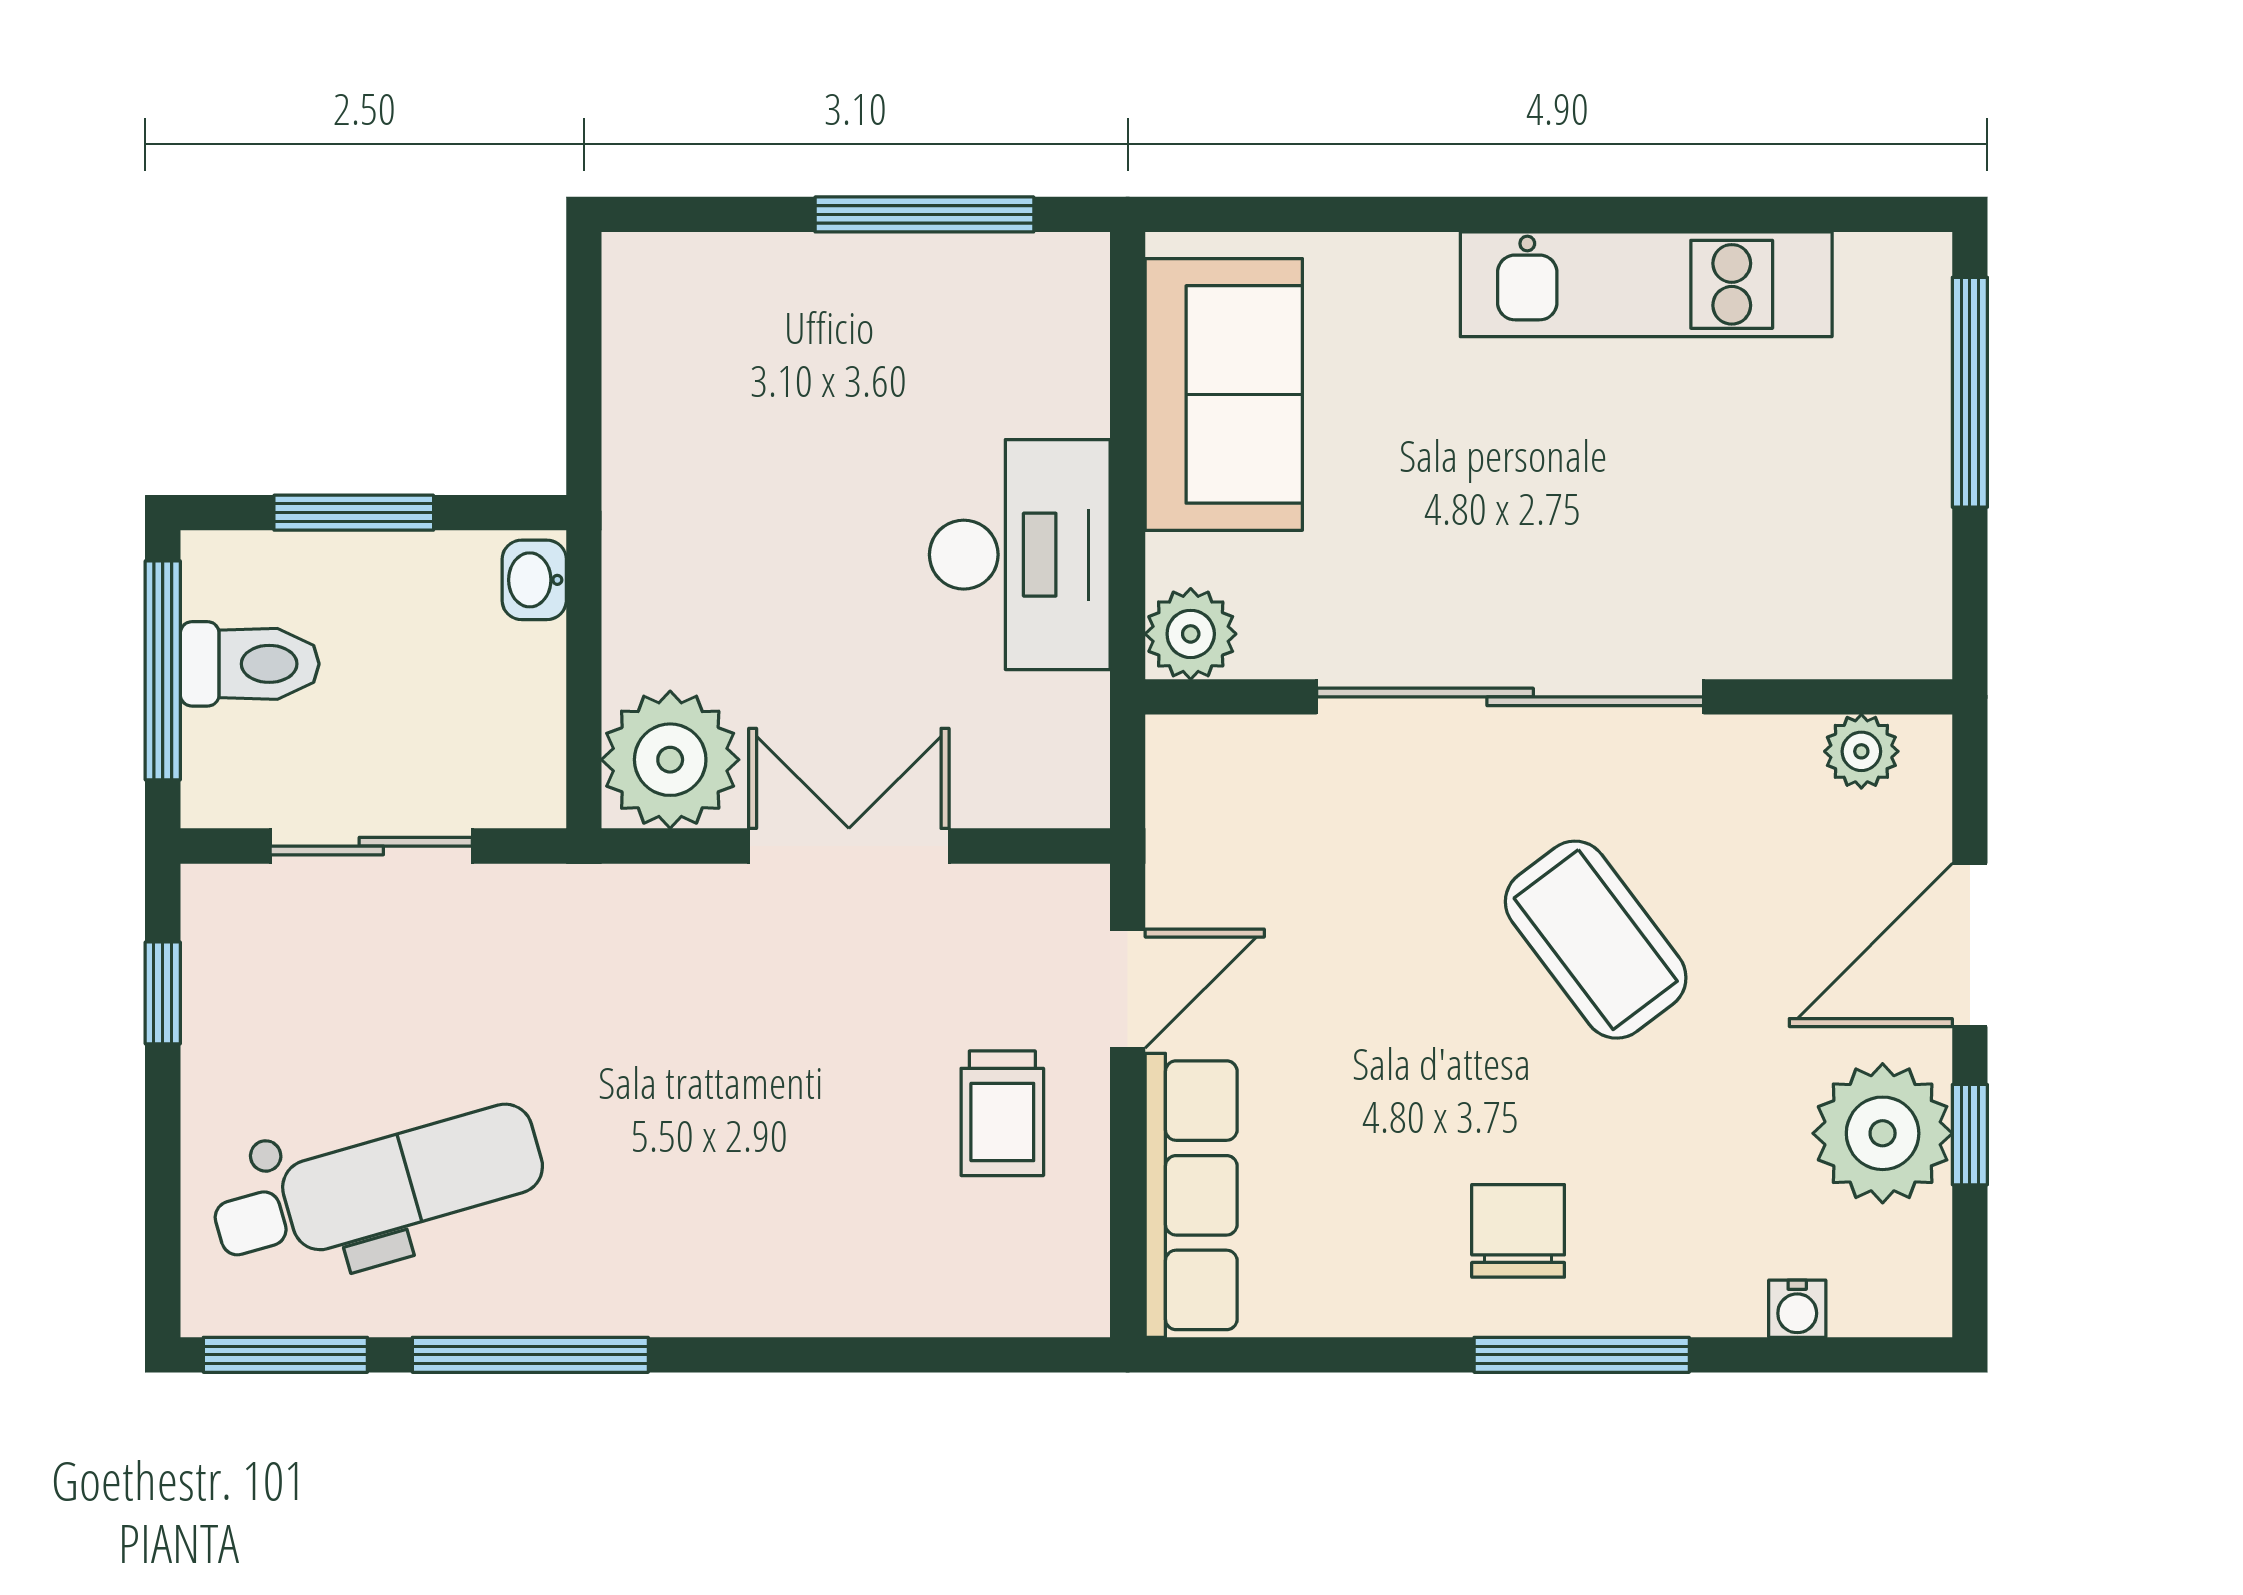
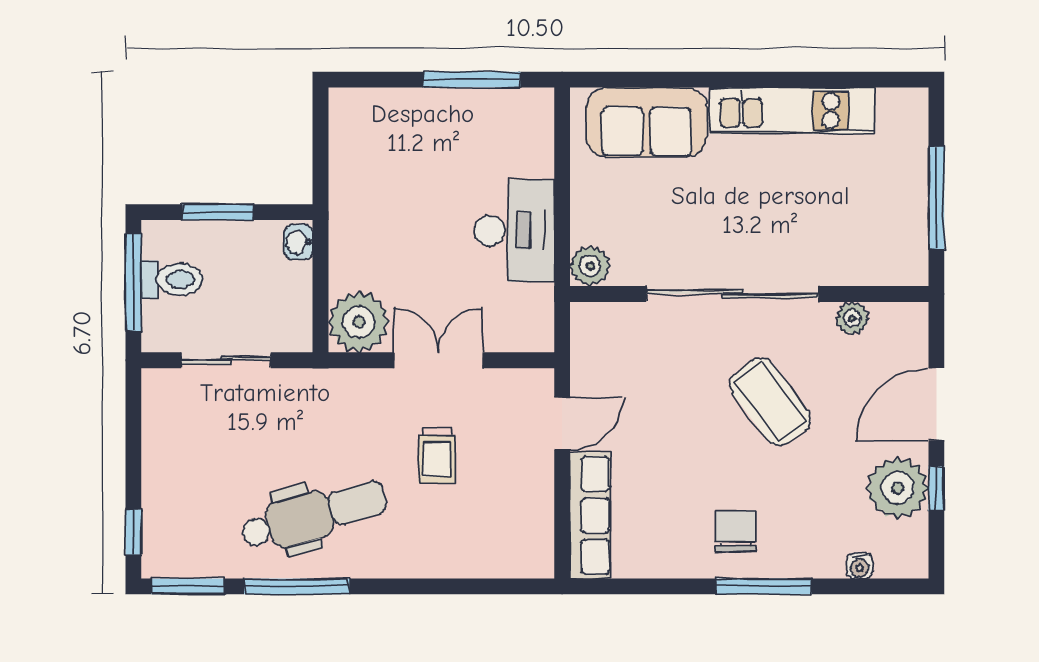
window: (1970, 392) -> (936, 198), moved
sofa: (1224, 394) -> (646, 122), moved, turned 90
plant: (1861, 751) -> (852, 318), moved
window: (163, 993) -> (133, 532), moved
trolley: (1002, 1113) -> (437, 455), moved
dental chair: (378, 1187) -> (314, 515), moved

